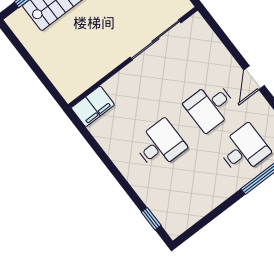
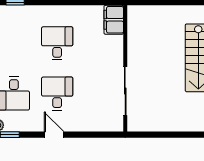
desk: (160, 145) -> (57, 43), turned 180

